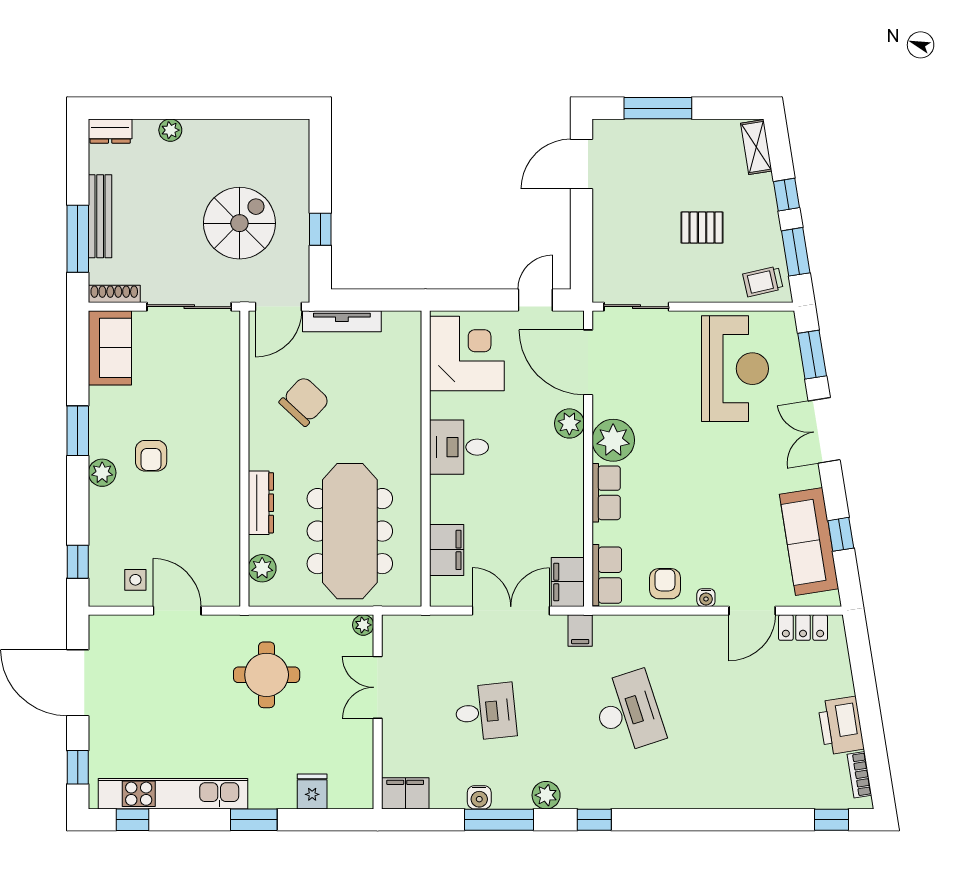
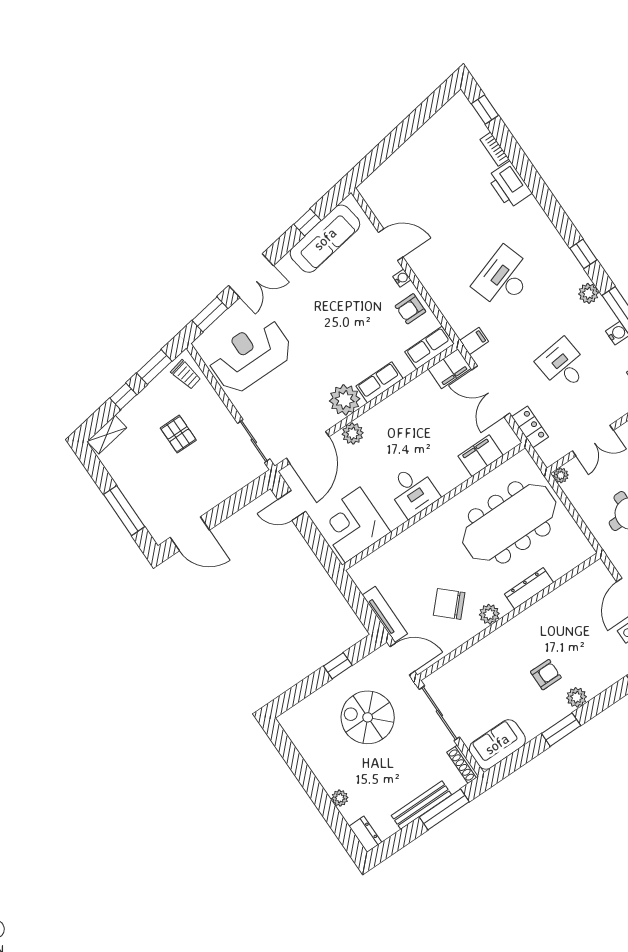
plant: (262, 568) -> (489, 614), moved
locker: (803, 628) -> (530, 427), moved
printer: (841, 726) -> (510, 185), moved, turned 99
bookcase: (859, 775) -> (495, 149), moved, turned 99

